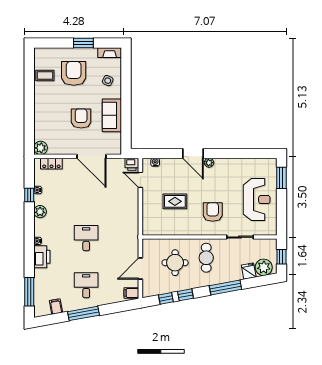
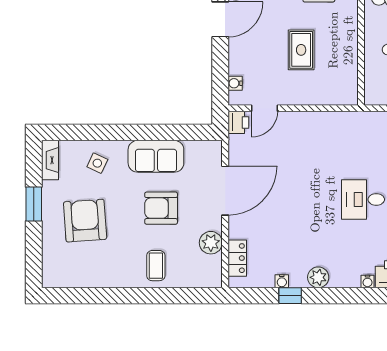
armchair: (74, 73) -> (85, 221), turned 86
coffee table: (45, 75) -> (156, 266), moved
plant: (41, 148) -> (211, 243), moved

